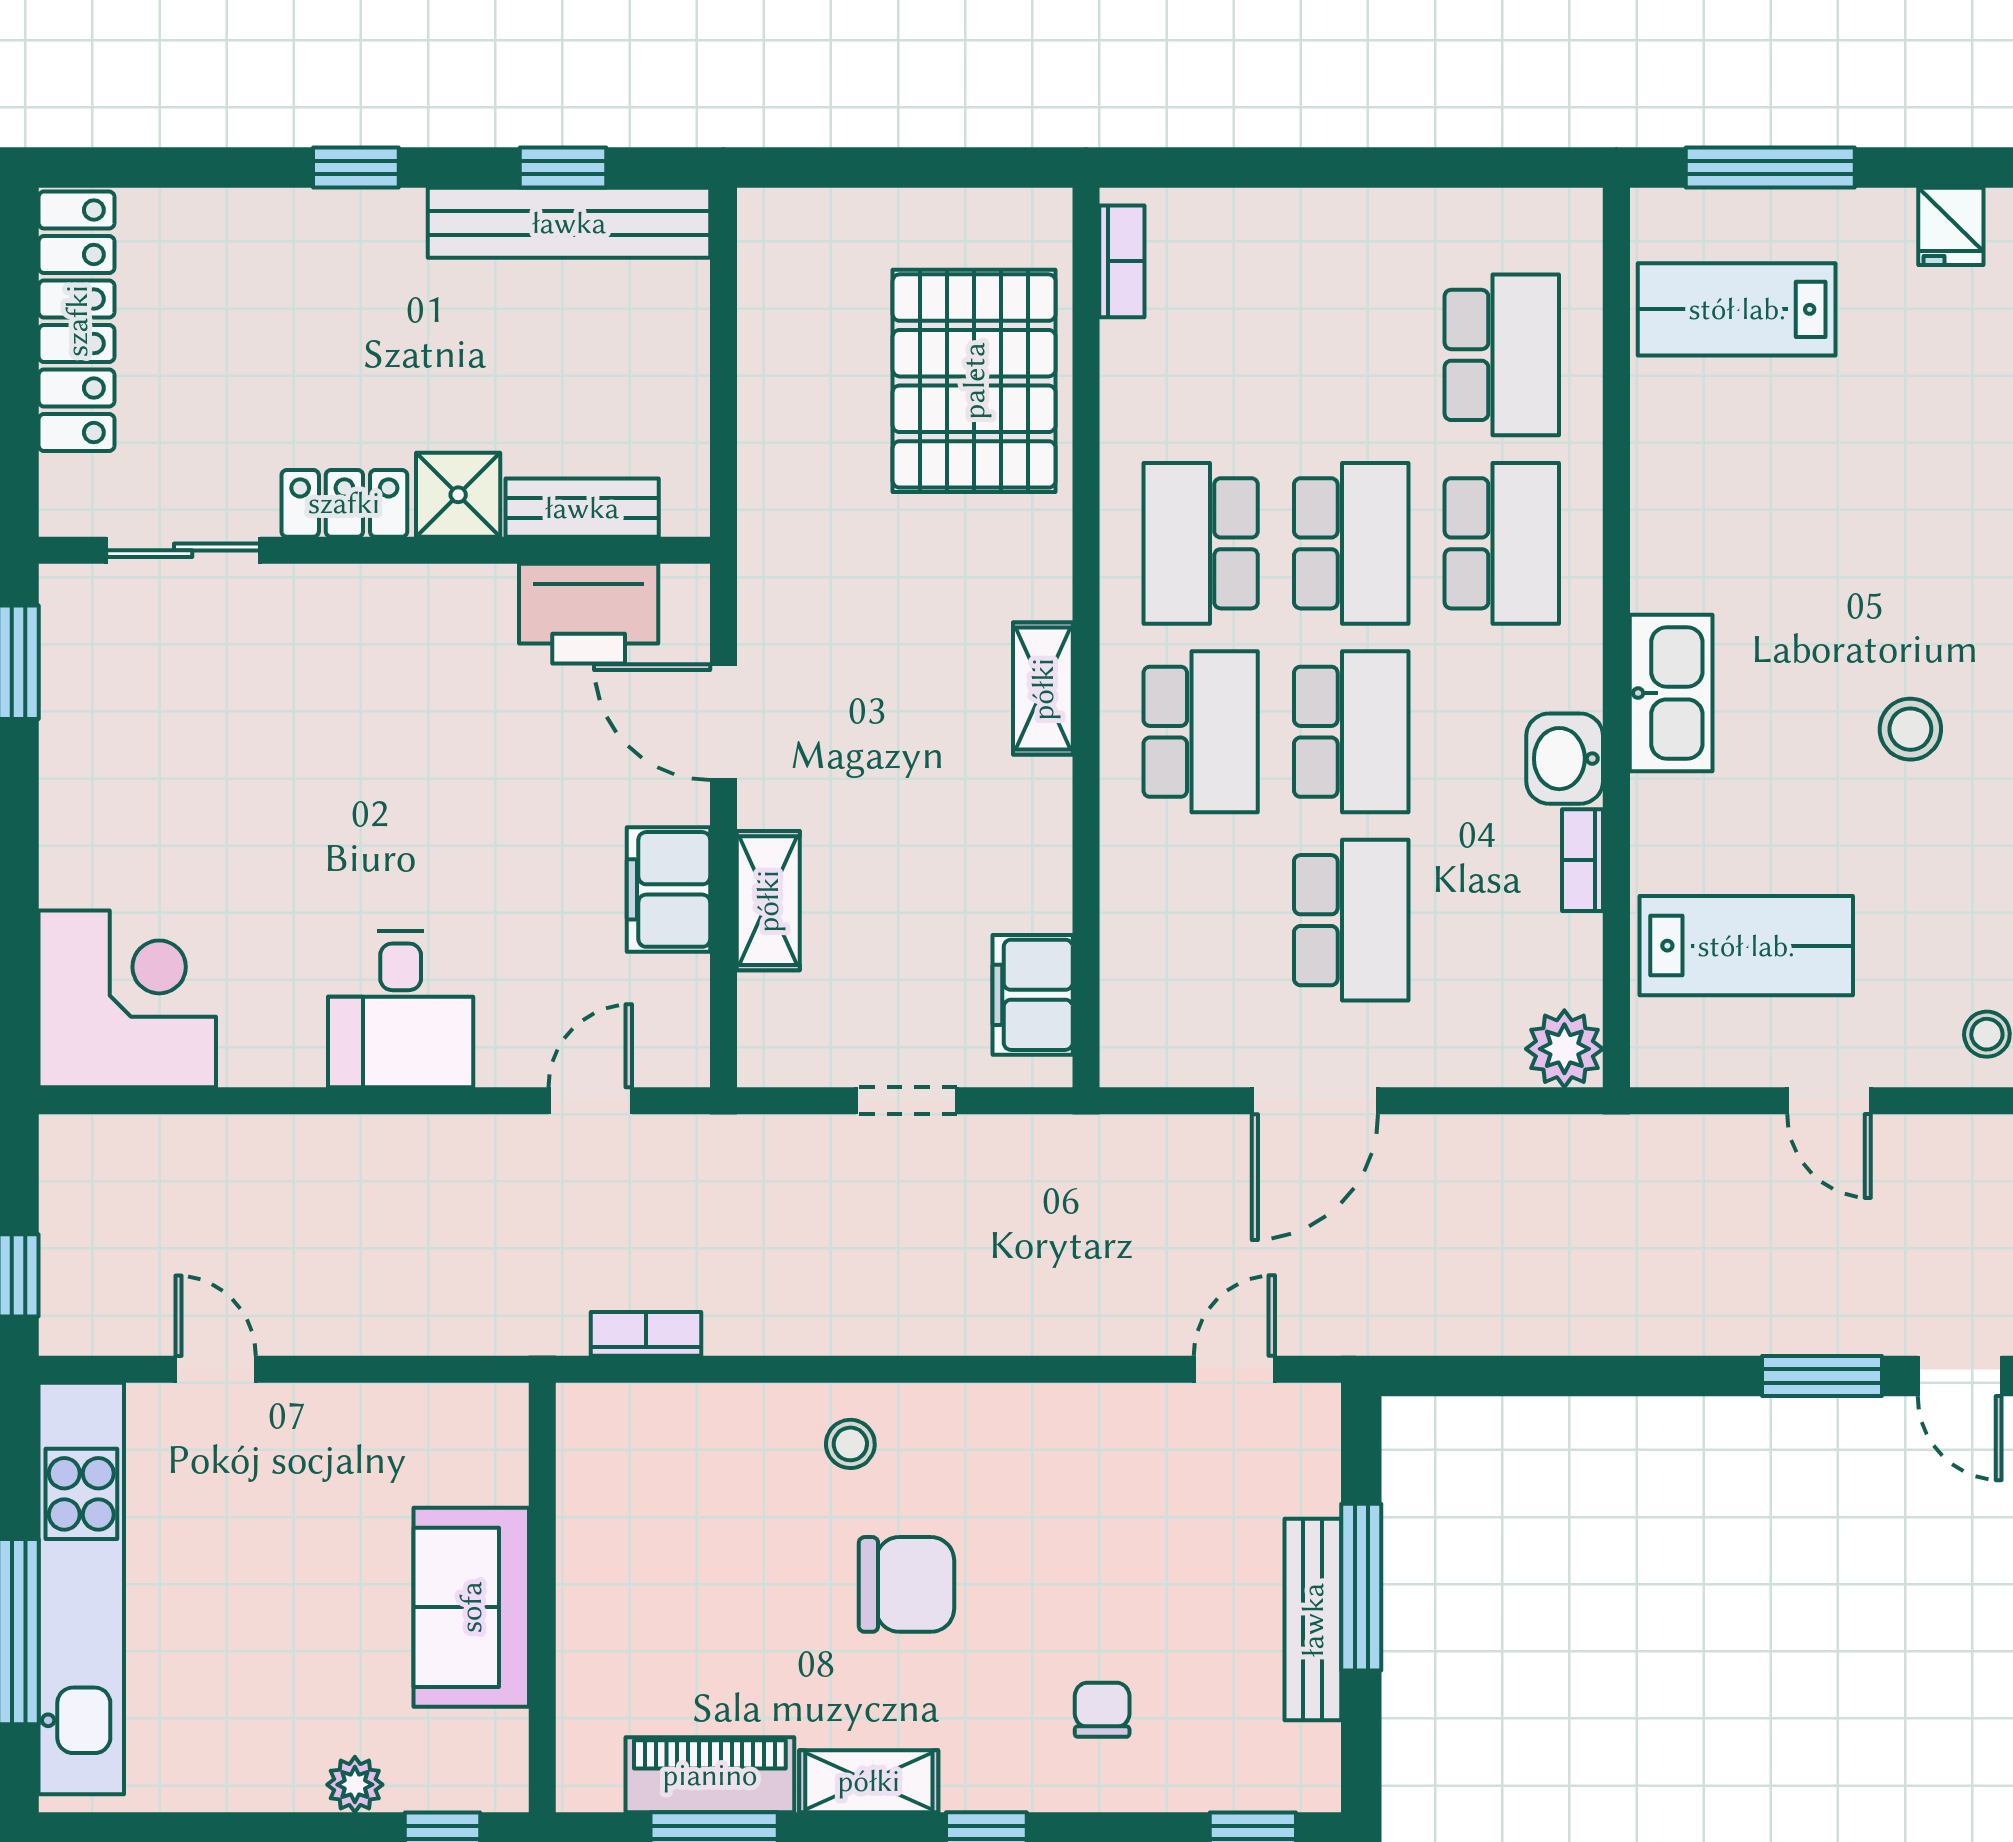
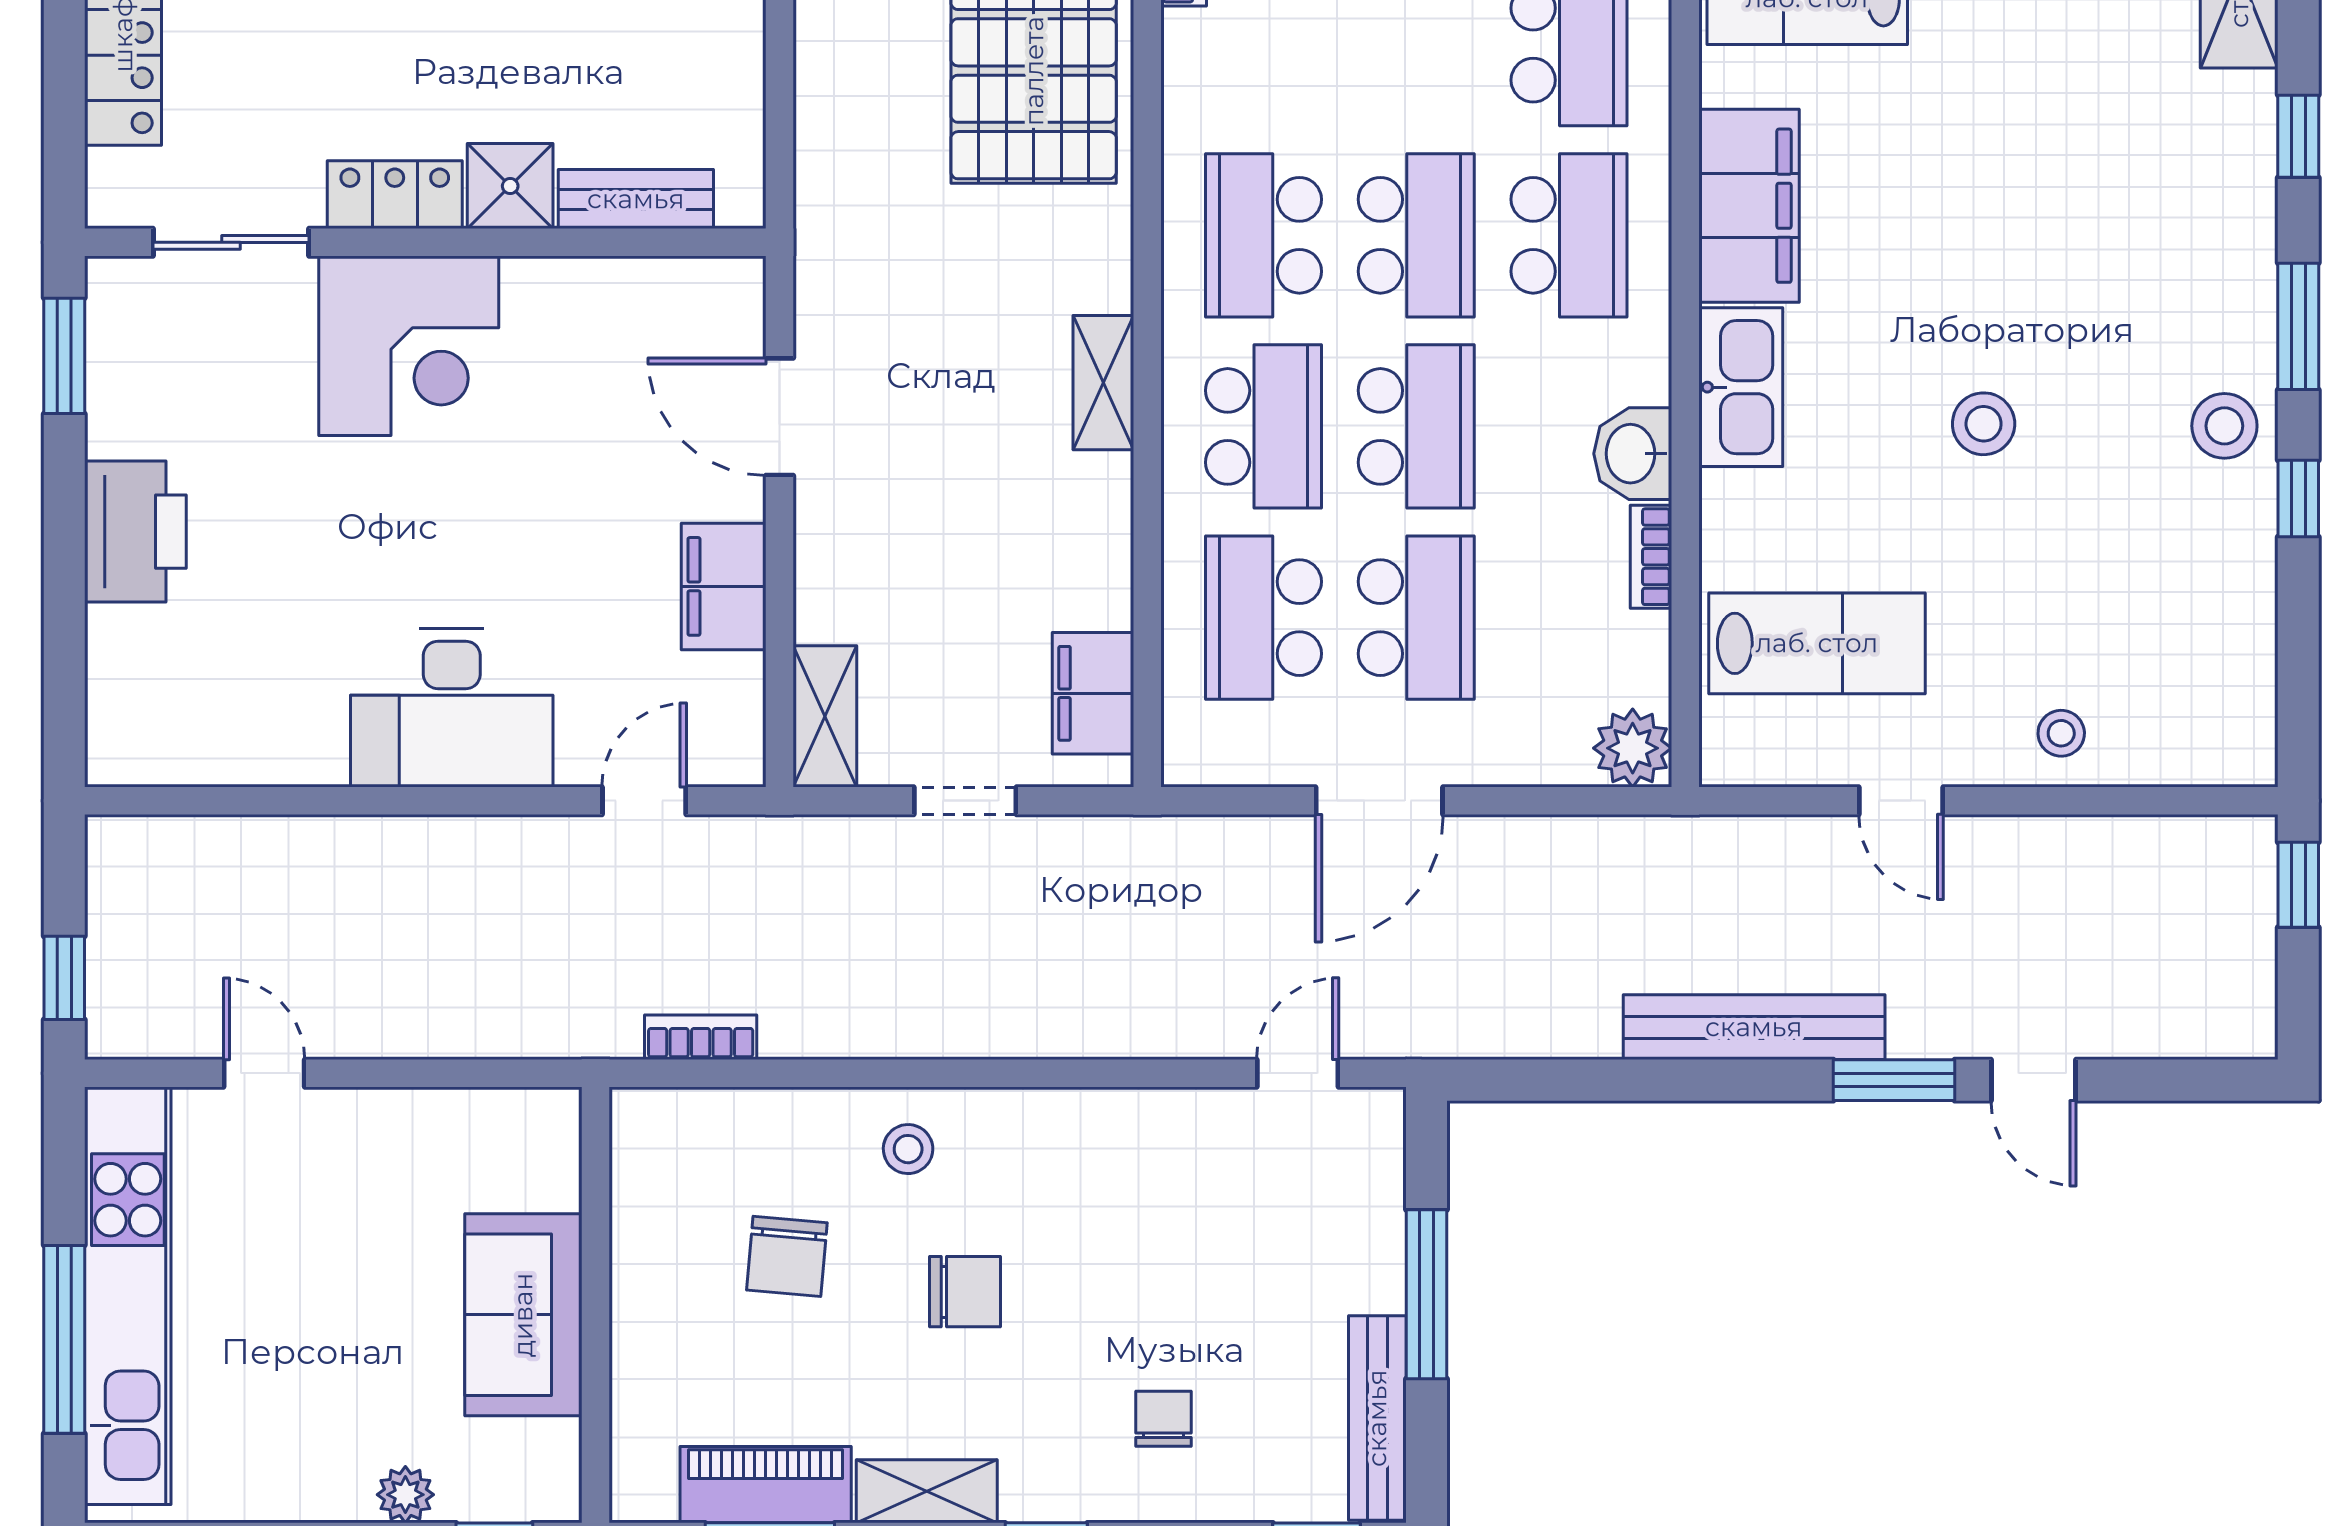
filing cabinet: (1679, 514) -> (1749, 206), added
printer: (589, 614) -> (135, 532), moved, turned -90
shelving: (768, 901) -> (825, 716), moved
school desk: (1201, 920) -> (1263, 618), added
corner desk: (127, 999) -> (409, 346), moved, turned 90
desk: (401, 1009) -> (452, 708), width x1.37
bench: (1684, 1324) -> (1754, 1027), added
chair: (731, 1550) -> (787, 1256), added
chair: (906, 1584) -> (965, 1292), width x0.73, depth x0.73
bench: (1313, 1620) -> (1377, 1418), moved

